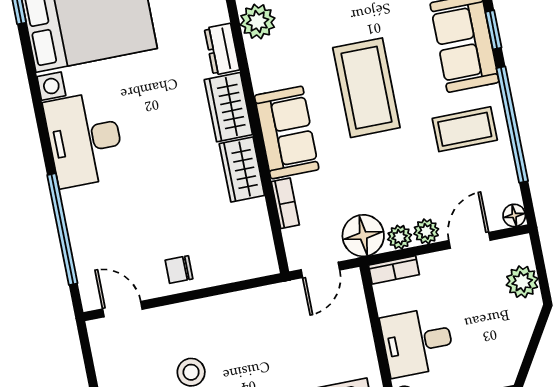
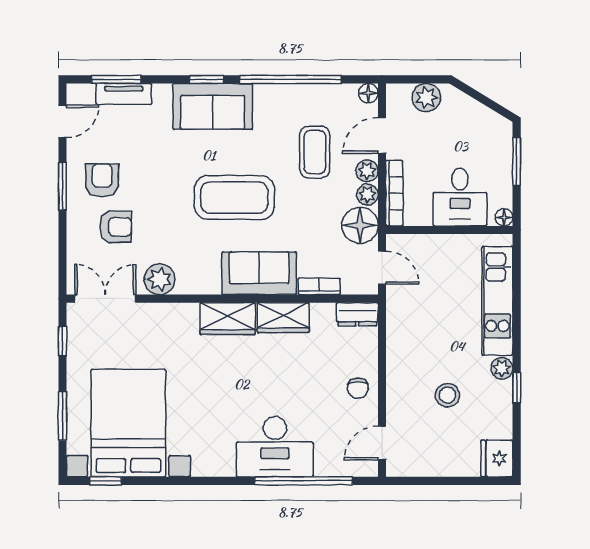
dresser: (222, 49) -> (357, 314), moved
coffee table: (465, 129) -> (315, 152), moved
desk: (85, 139) -> (275, 447), moved
door: (469, 240) -> (382, 136), hinge flipped
bookcase: (394, 270) -> (394, 193), width x1.56

